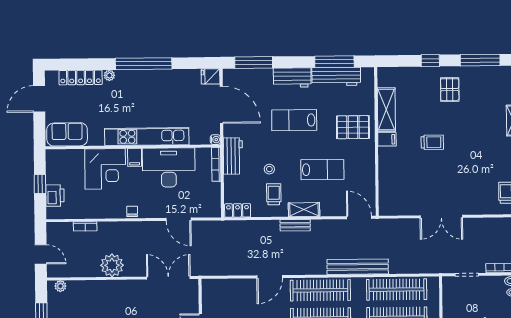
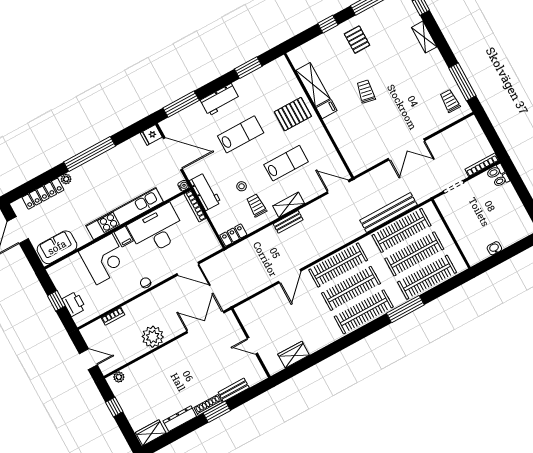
window: (334, 62) -> (248, 68), width x0.69
workbench: (336, 77) -> (256, 79), removed
lab bench: (294, 120) -> (241, 134), turned 180
trolley: (432, 142) -> (366, 91), turned -79
bench: (358, 267) -> (389, 213), moved

